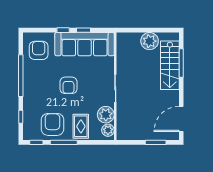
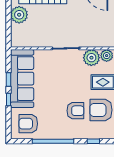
armchair: (68, 85) -> (75, 111), moved

